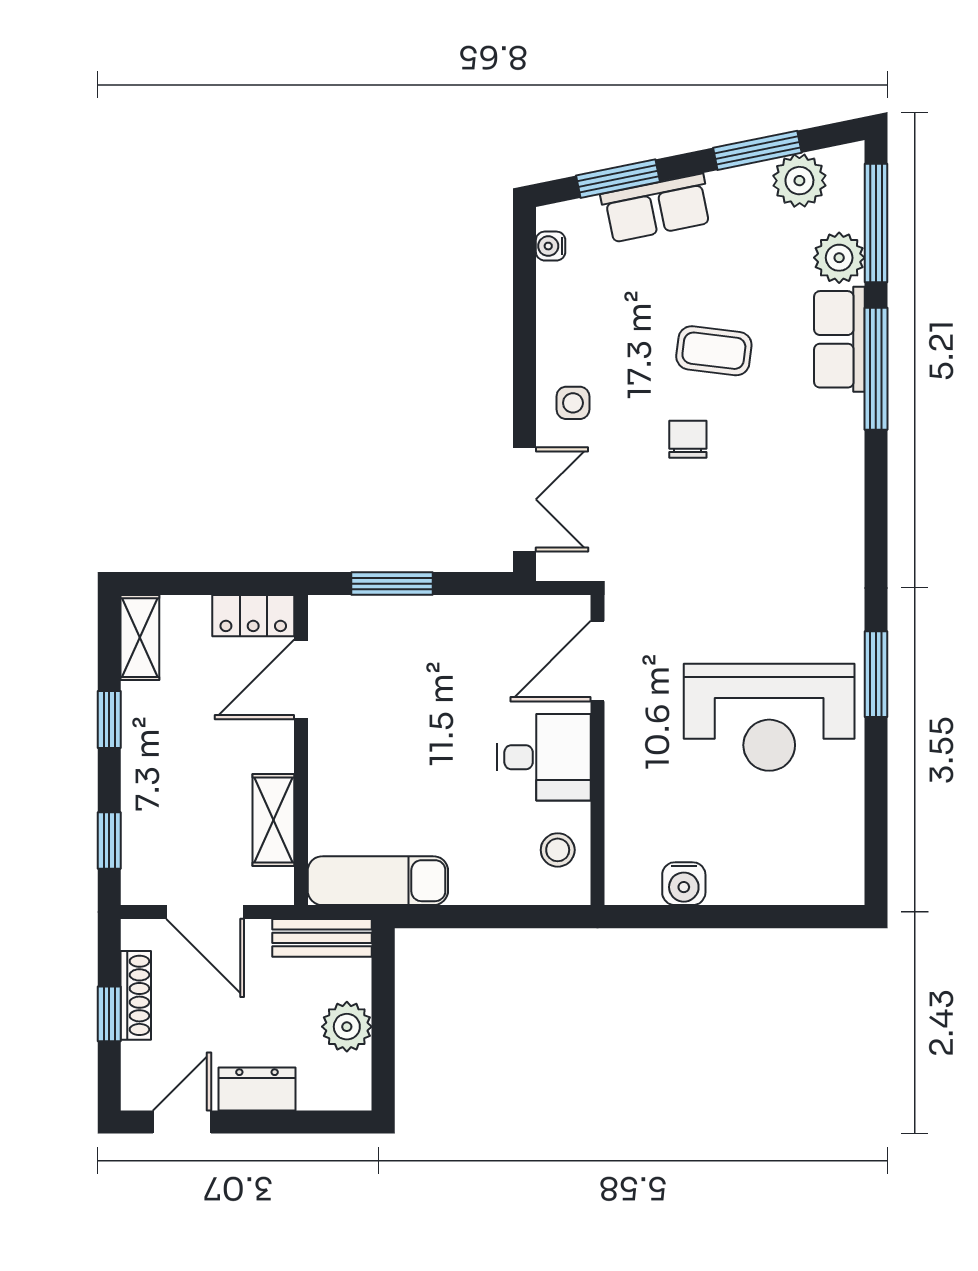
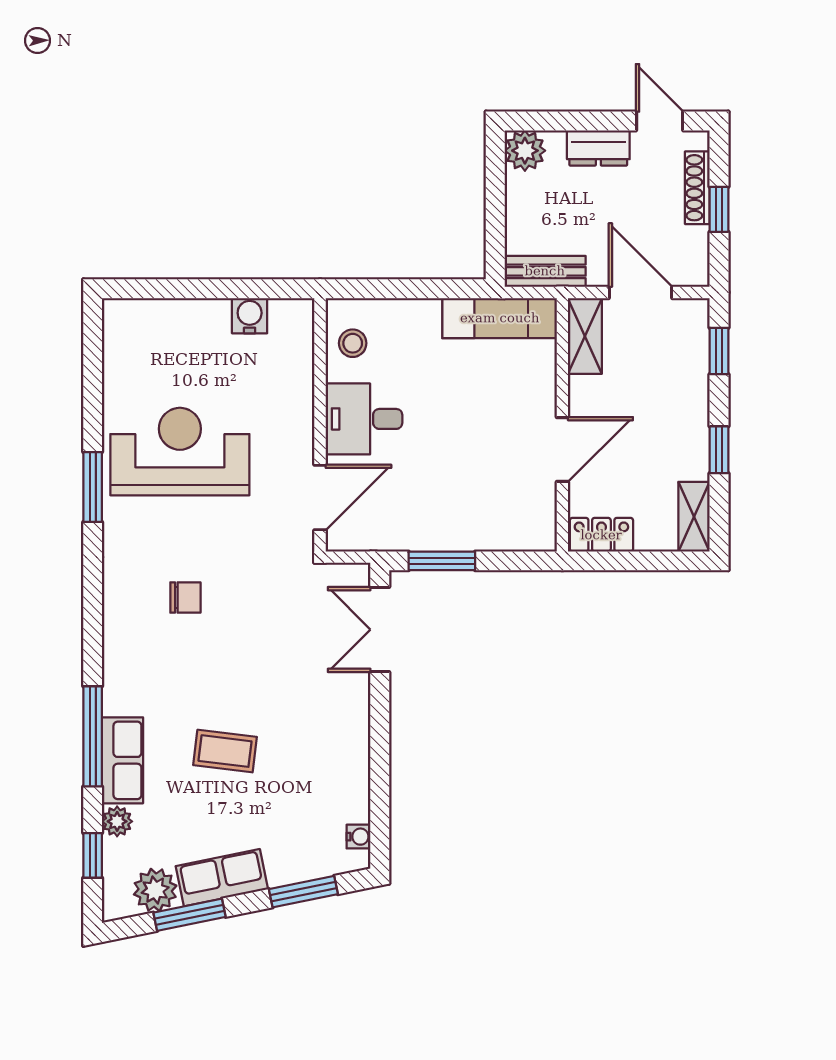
row of seats: (656, 208) -> (222, 878), moved
window: (876, 223) -> (93, 855), width x0.46
plant: (839, 258) -> (117, 821), width x0.73, depth x0.73
side table: (573, 403) -> (340, 708), removed
chair: (688, 439) -> (185, 598), moved, turned -90
window: (392, 584) -> (442, 561), moved
door: (301, 679) -> (562, 450), moved
shelving: (273, 820) -> (585, 336), moved
shoe rack: (136, 995) -> (697, 188), moved
plant: (347, 1027) -> (525, 151), moved
door: (182, 1122) -> (660, 121), swing flipped

